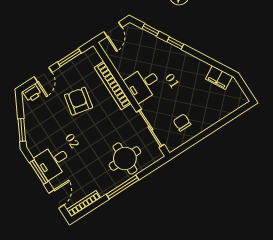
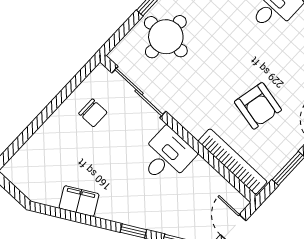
filing cabinet: (219, 78) -> (79, 201), moved
bookcase: (113, 86) -> (233, 162), moved

